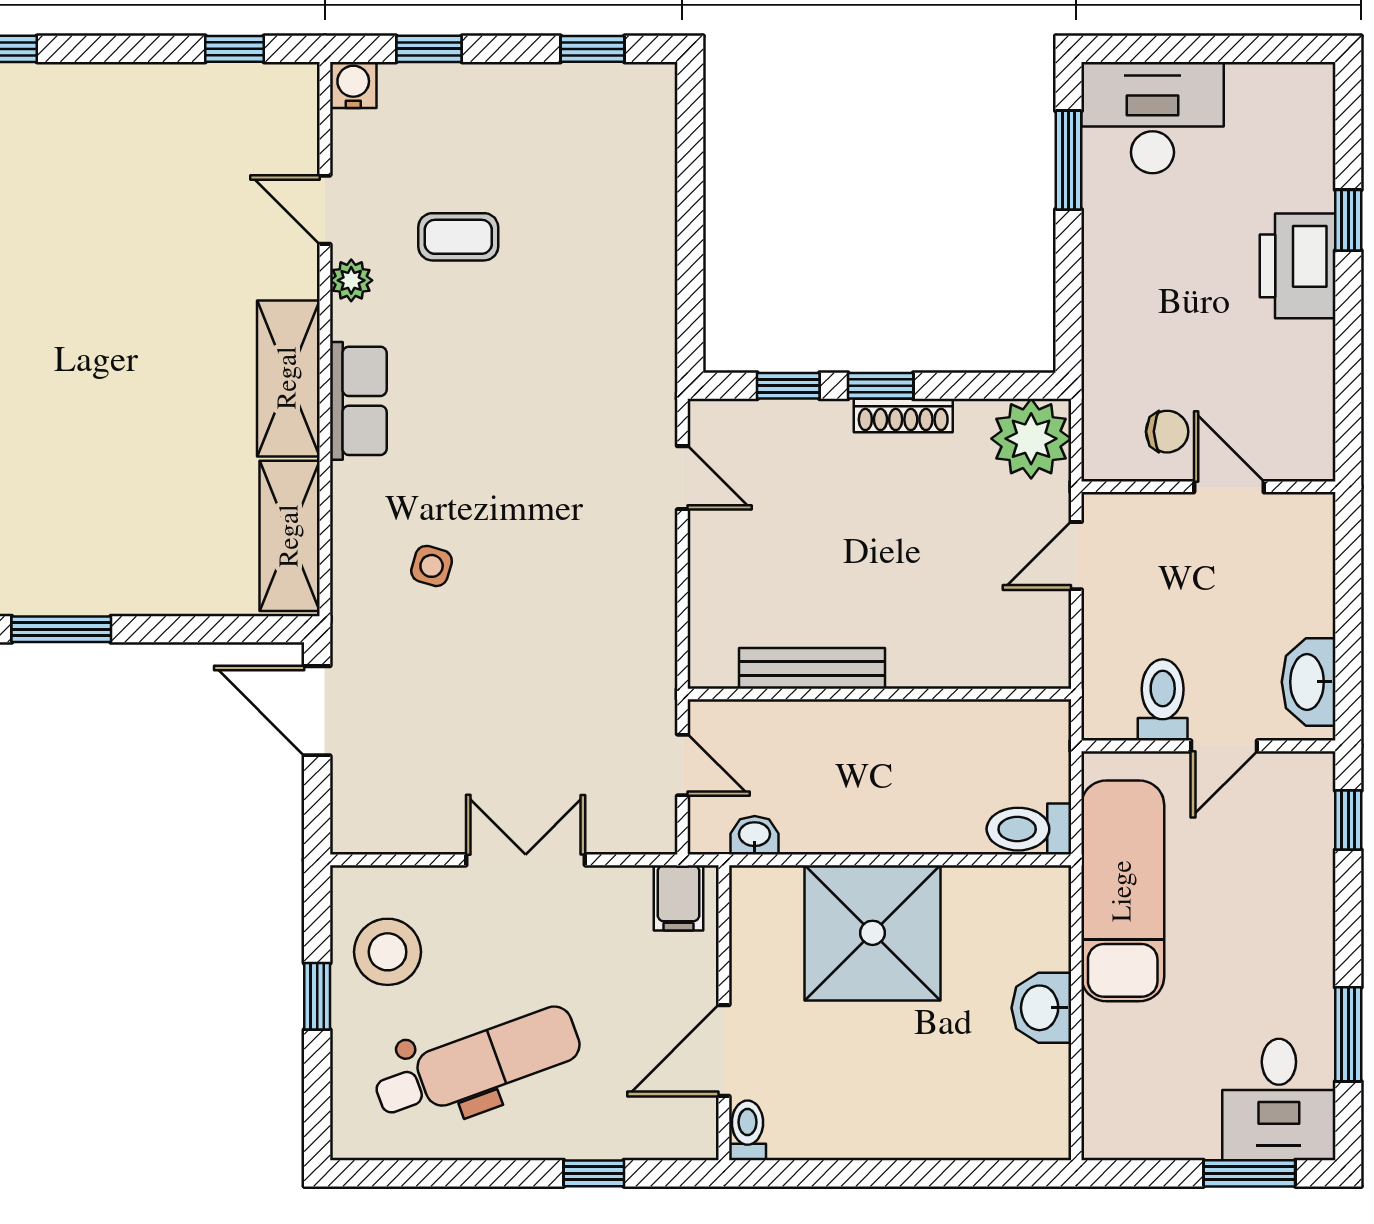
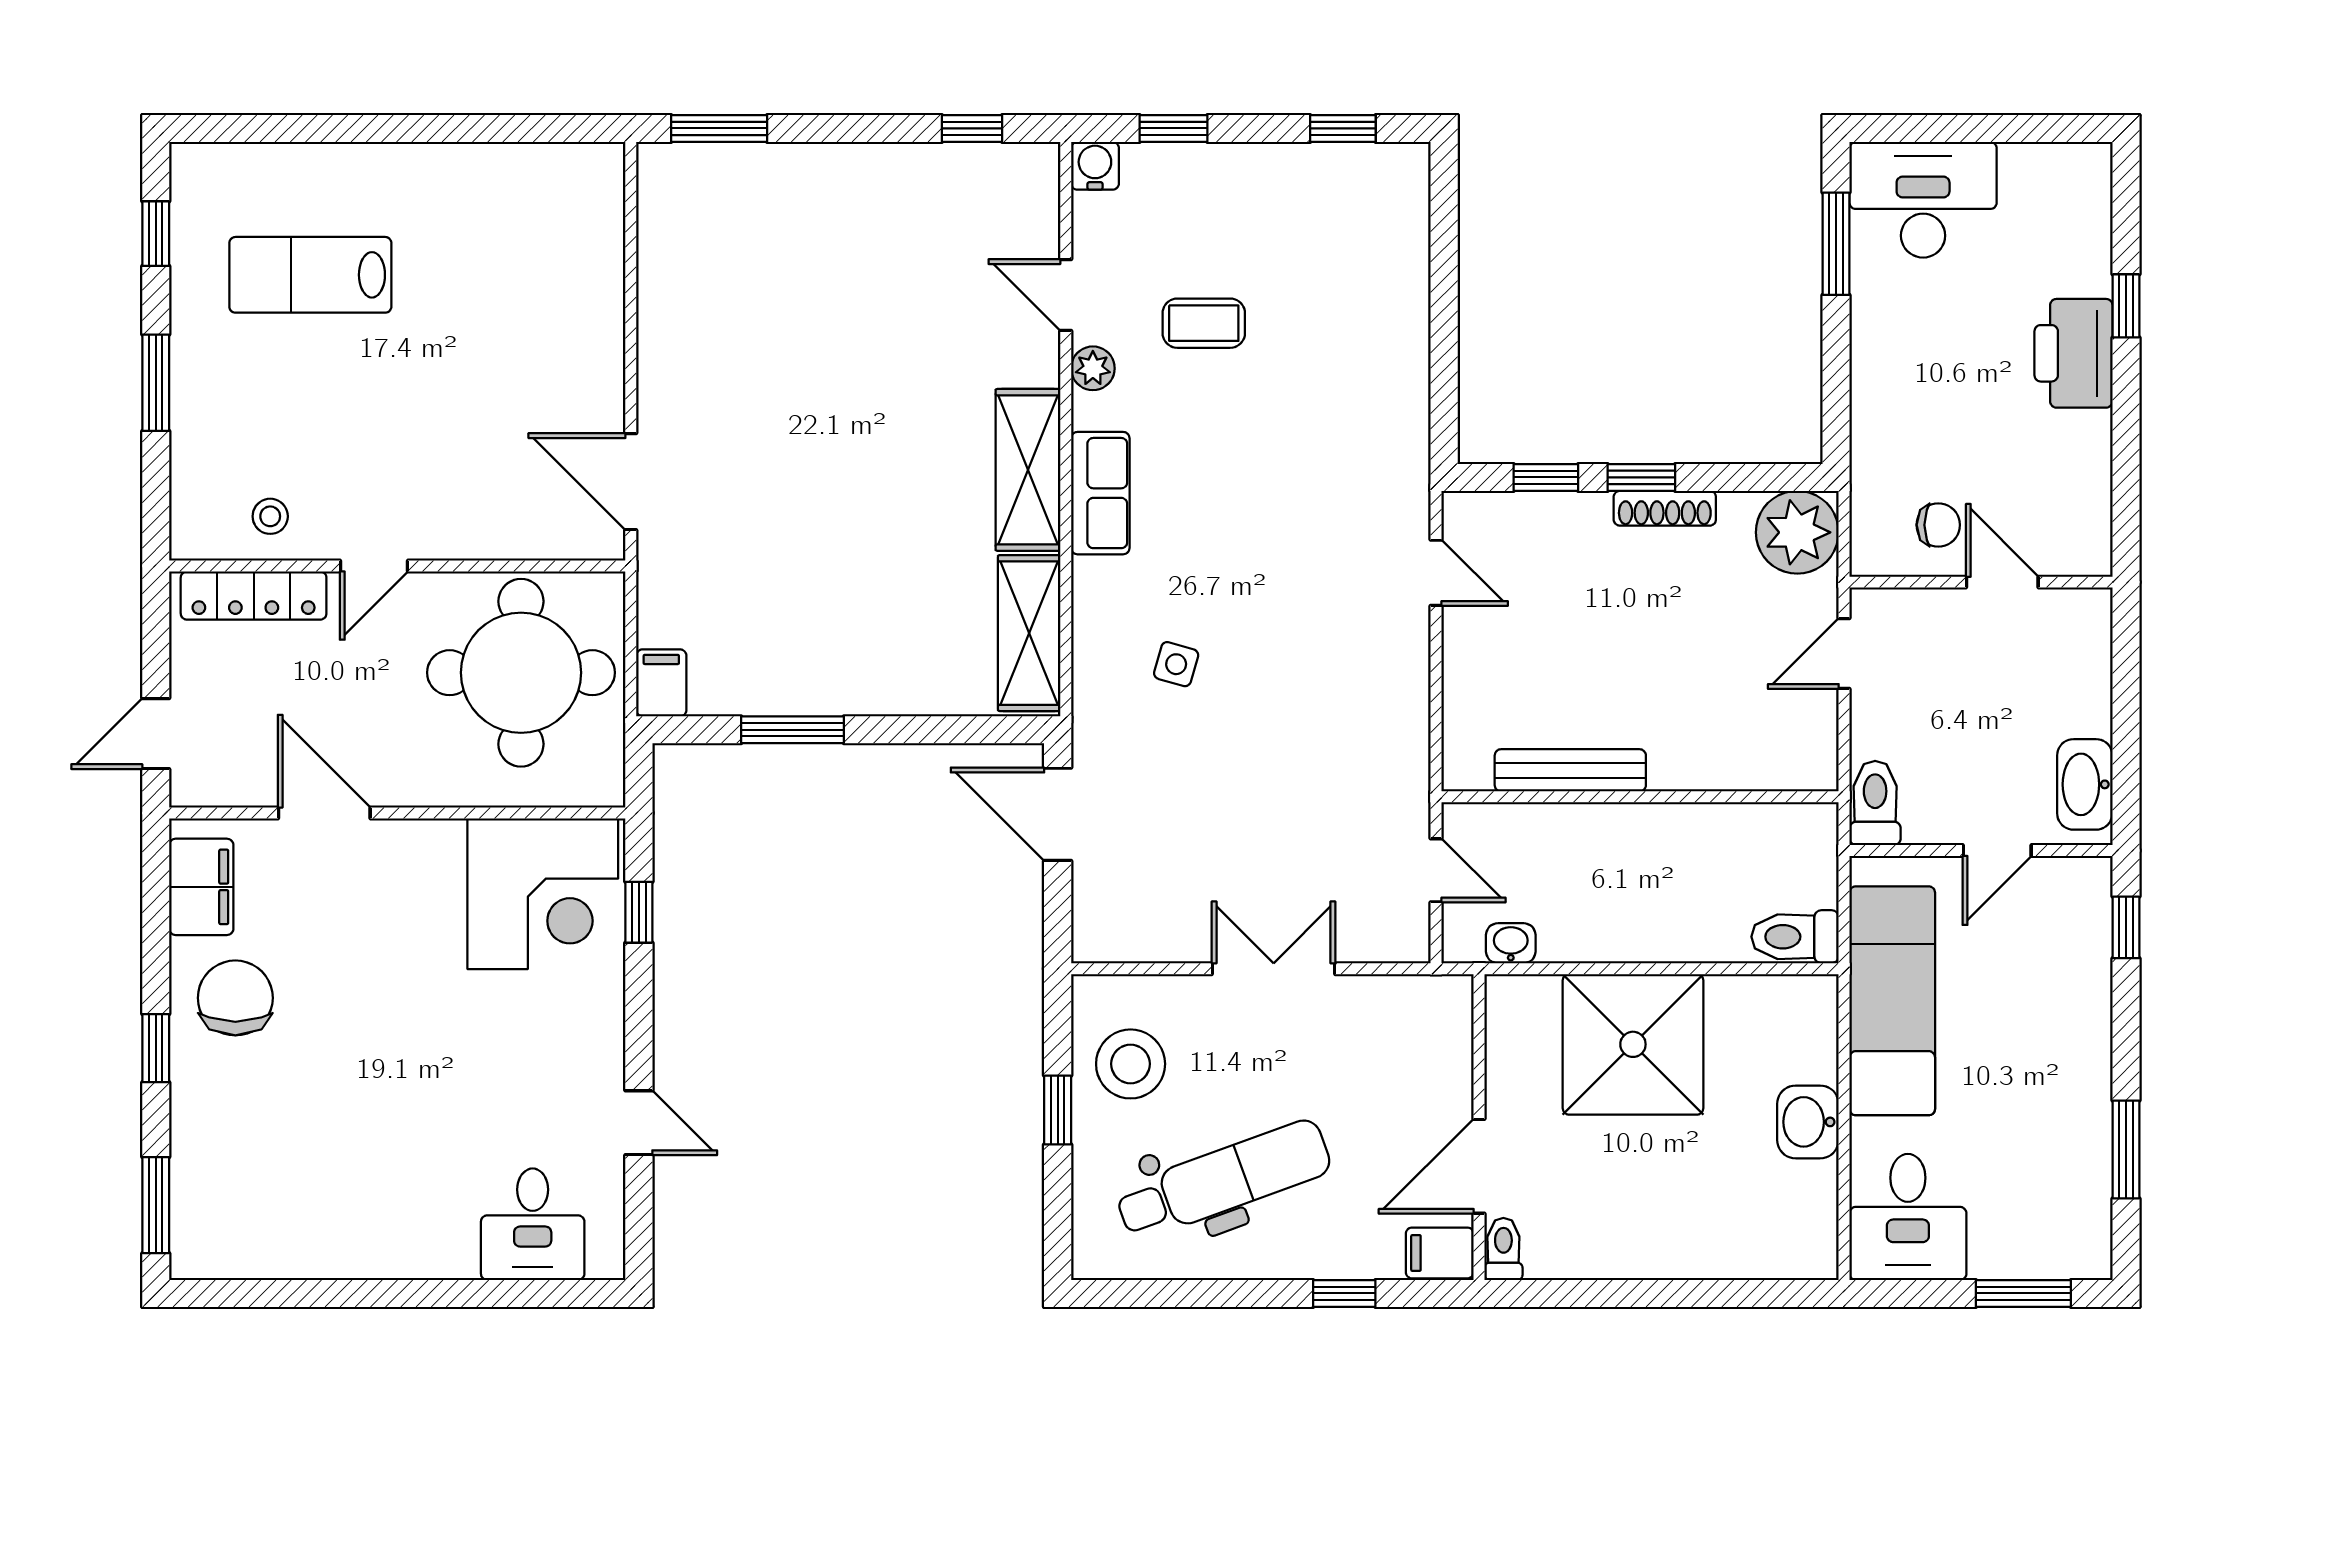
toilet: (1163, 700) -> (1875, 803), moved
filing cabinet: (678, 898) -> (1440, 1253), moved, turned 90
desk: (1279, 1100) -> (1908, 1217), moved

